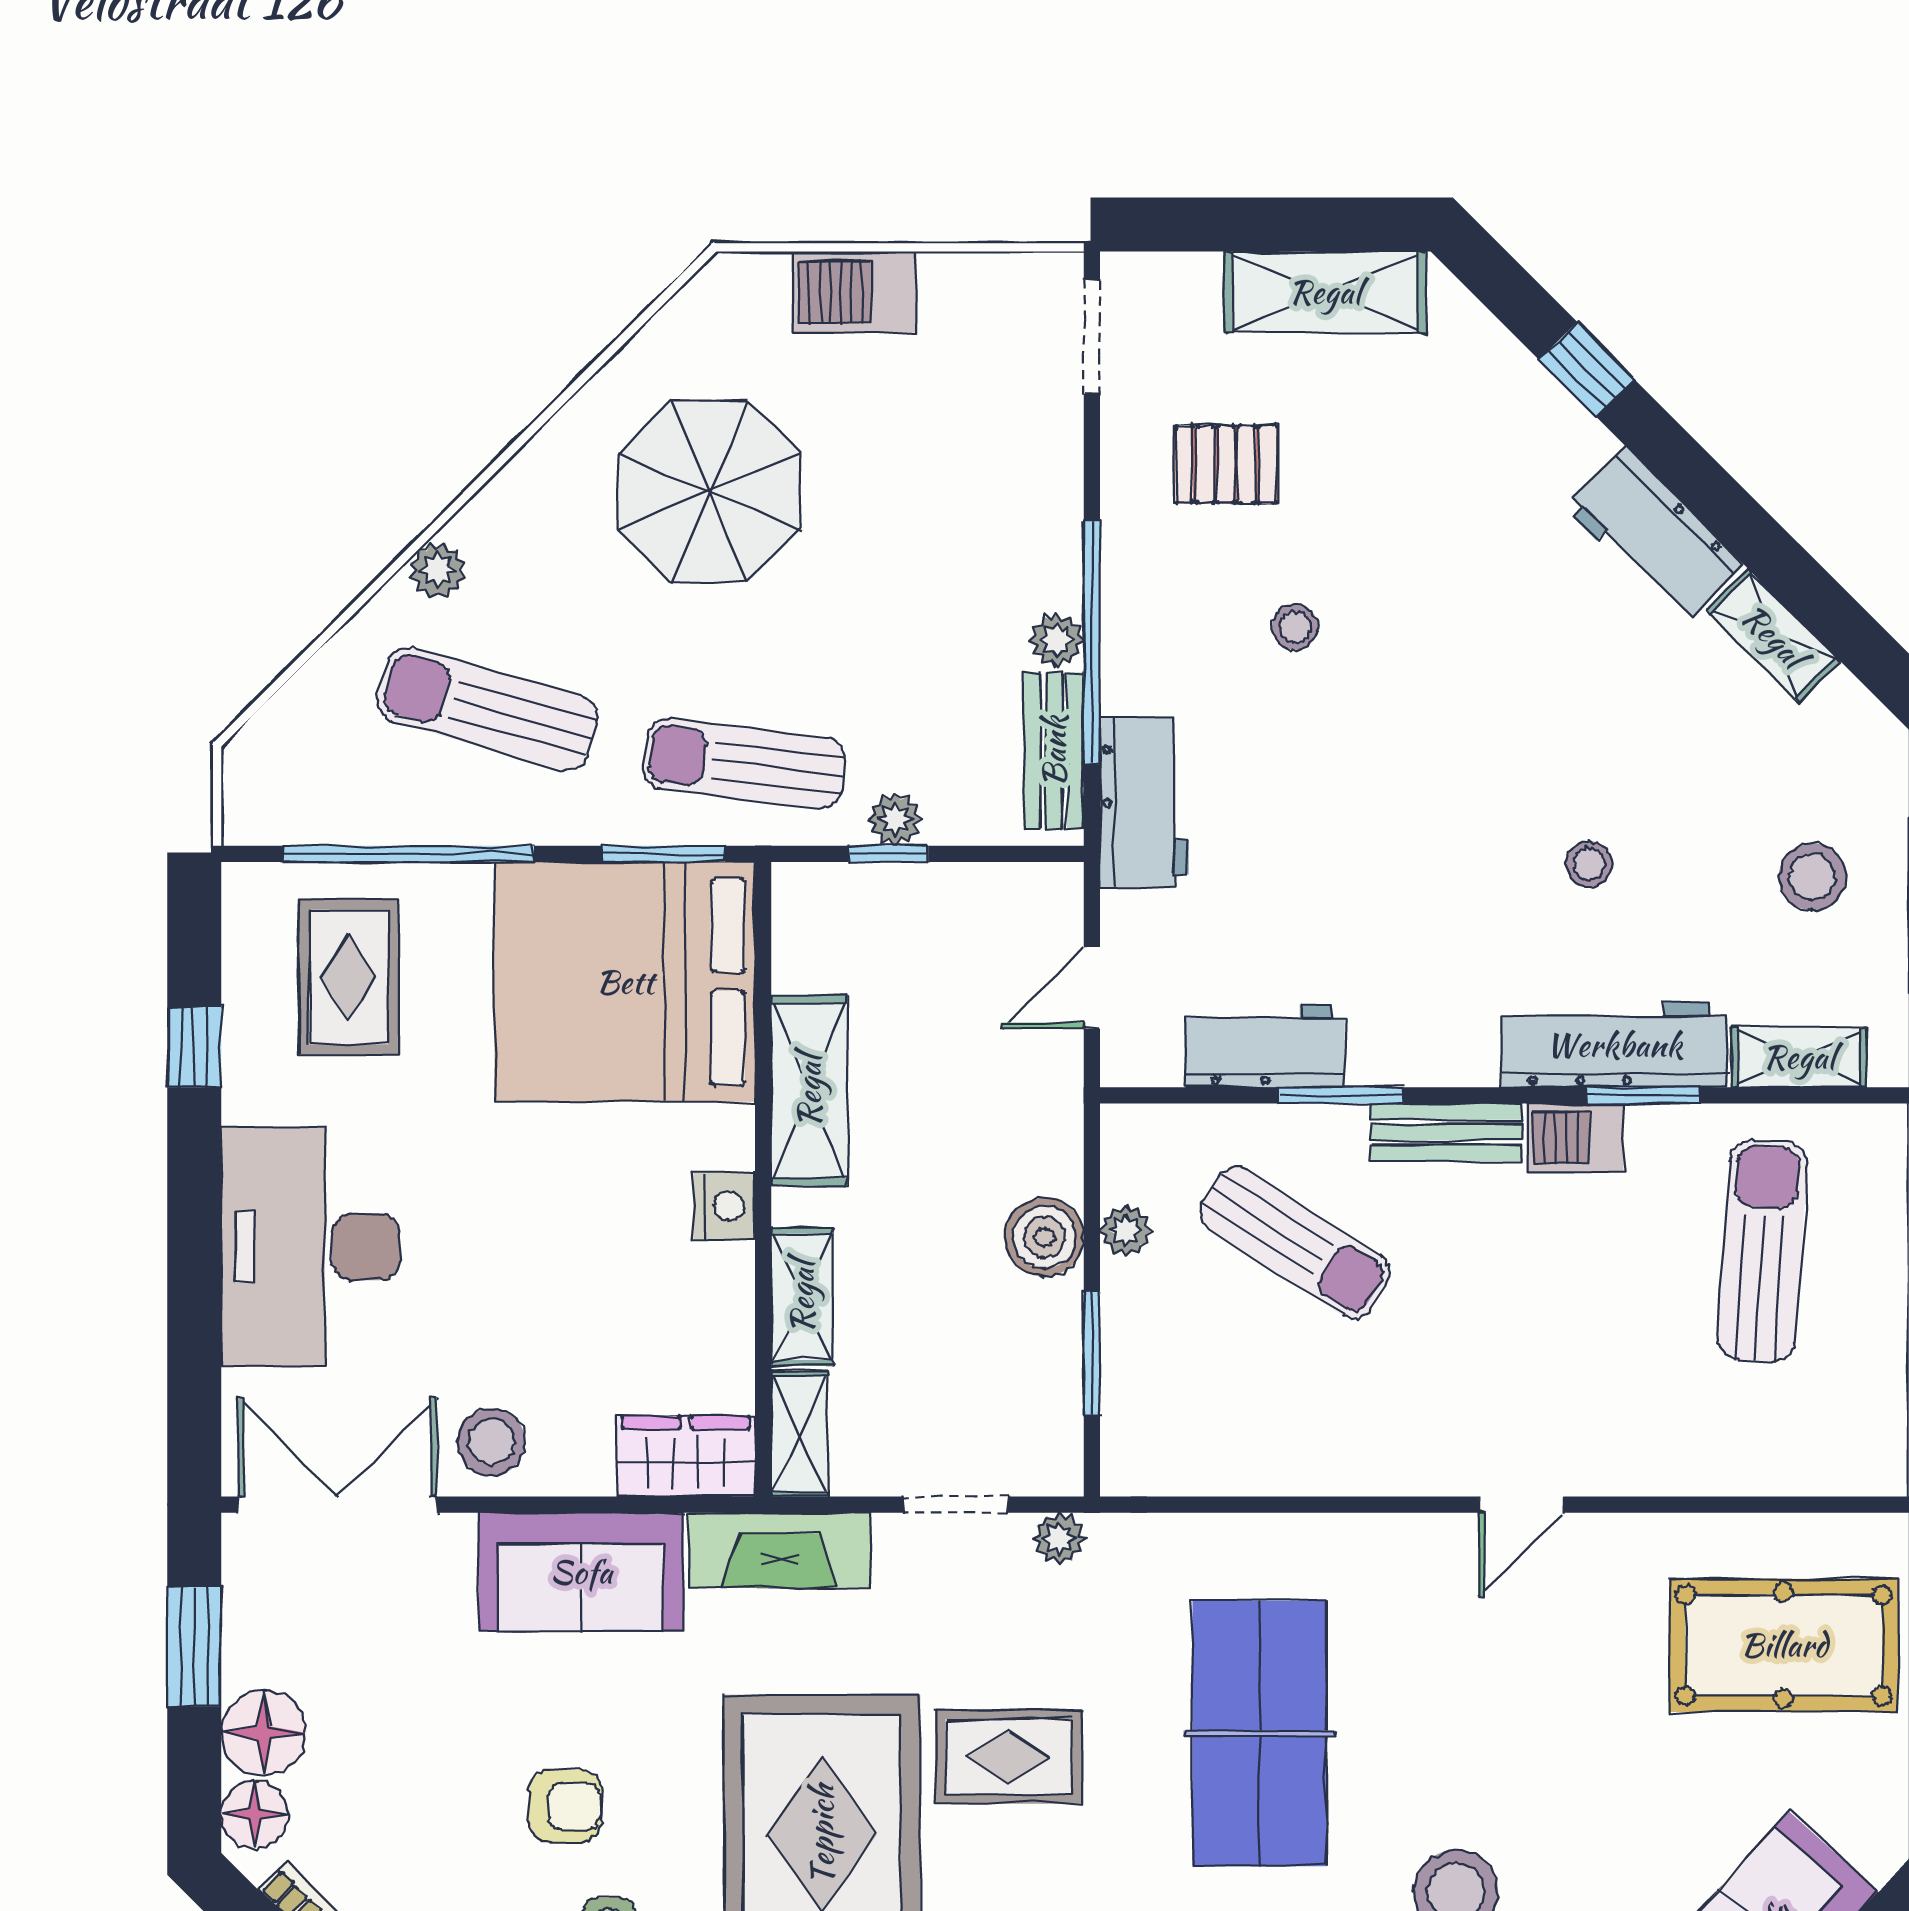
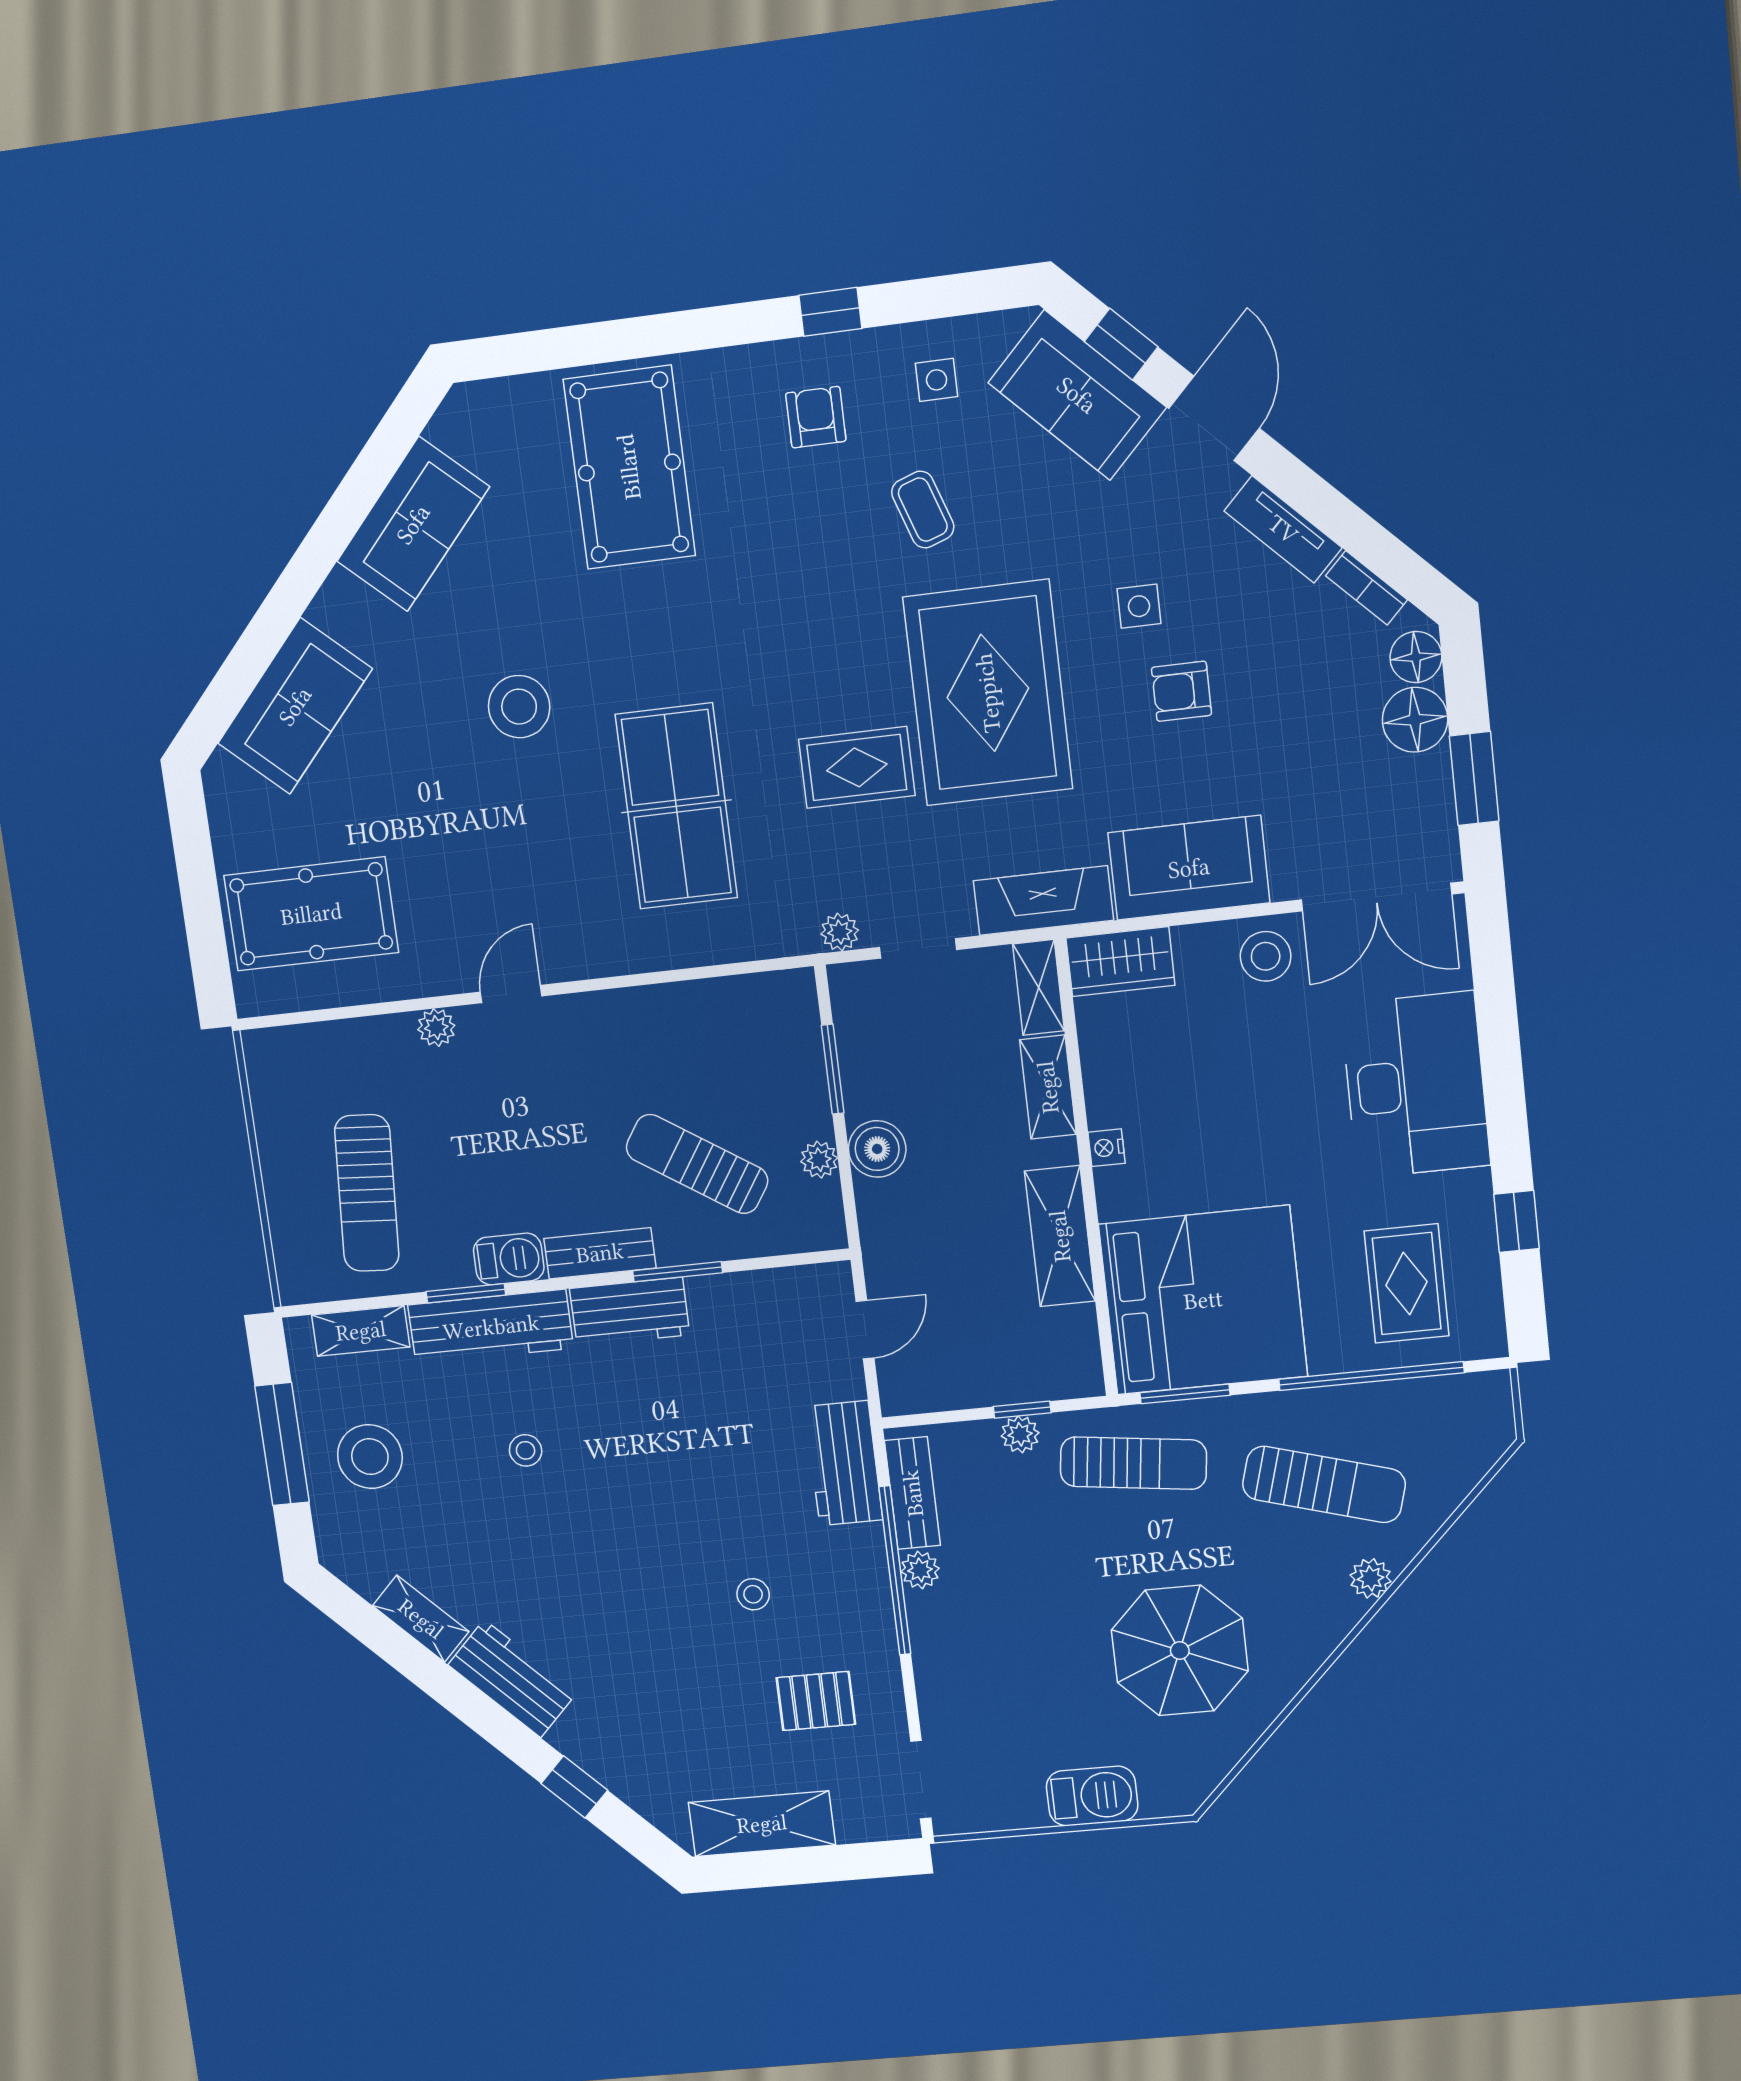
stool: (1812, 877) -> (370, 1457), width x1.38, depth x1.38
workbench: (1265, 1046) -> (630, 1312), moved
nightstand: (724, 1206) -> (1107, 1148), width x0.72, depth x0.74
plant: (1632, 1470) -> (436, 1028), added

